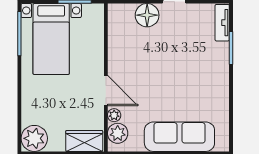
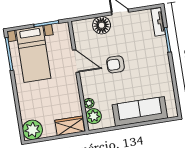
armchair: (157, 70) -> (115, 64), added
door: (106, 91) -> (76, 61), moved

